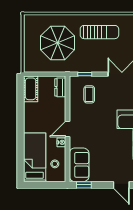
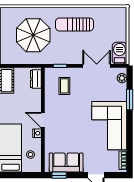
sun lounger: (99, 32) -> (74, 24), turned 180
door: (67, 129) -> (43, 120), hinge flipped
sofa: (79, 165) -> (66, 163), moved, turned -90

